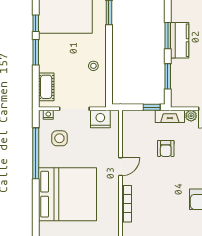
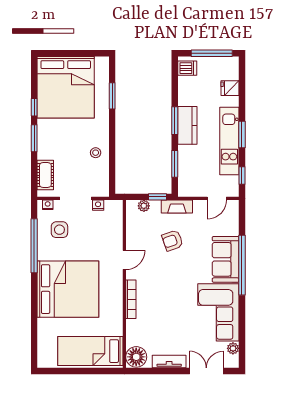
plant: (191, 116) -> (144, 206), moved
nightstand: (100, 119) -> (98, 205), width x0.53, depth x0.56
armchair: (166, 148) -> (172, 240), turned 71

